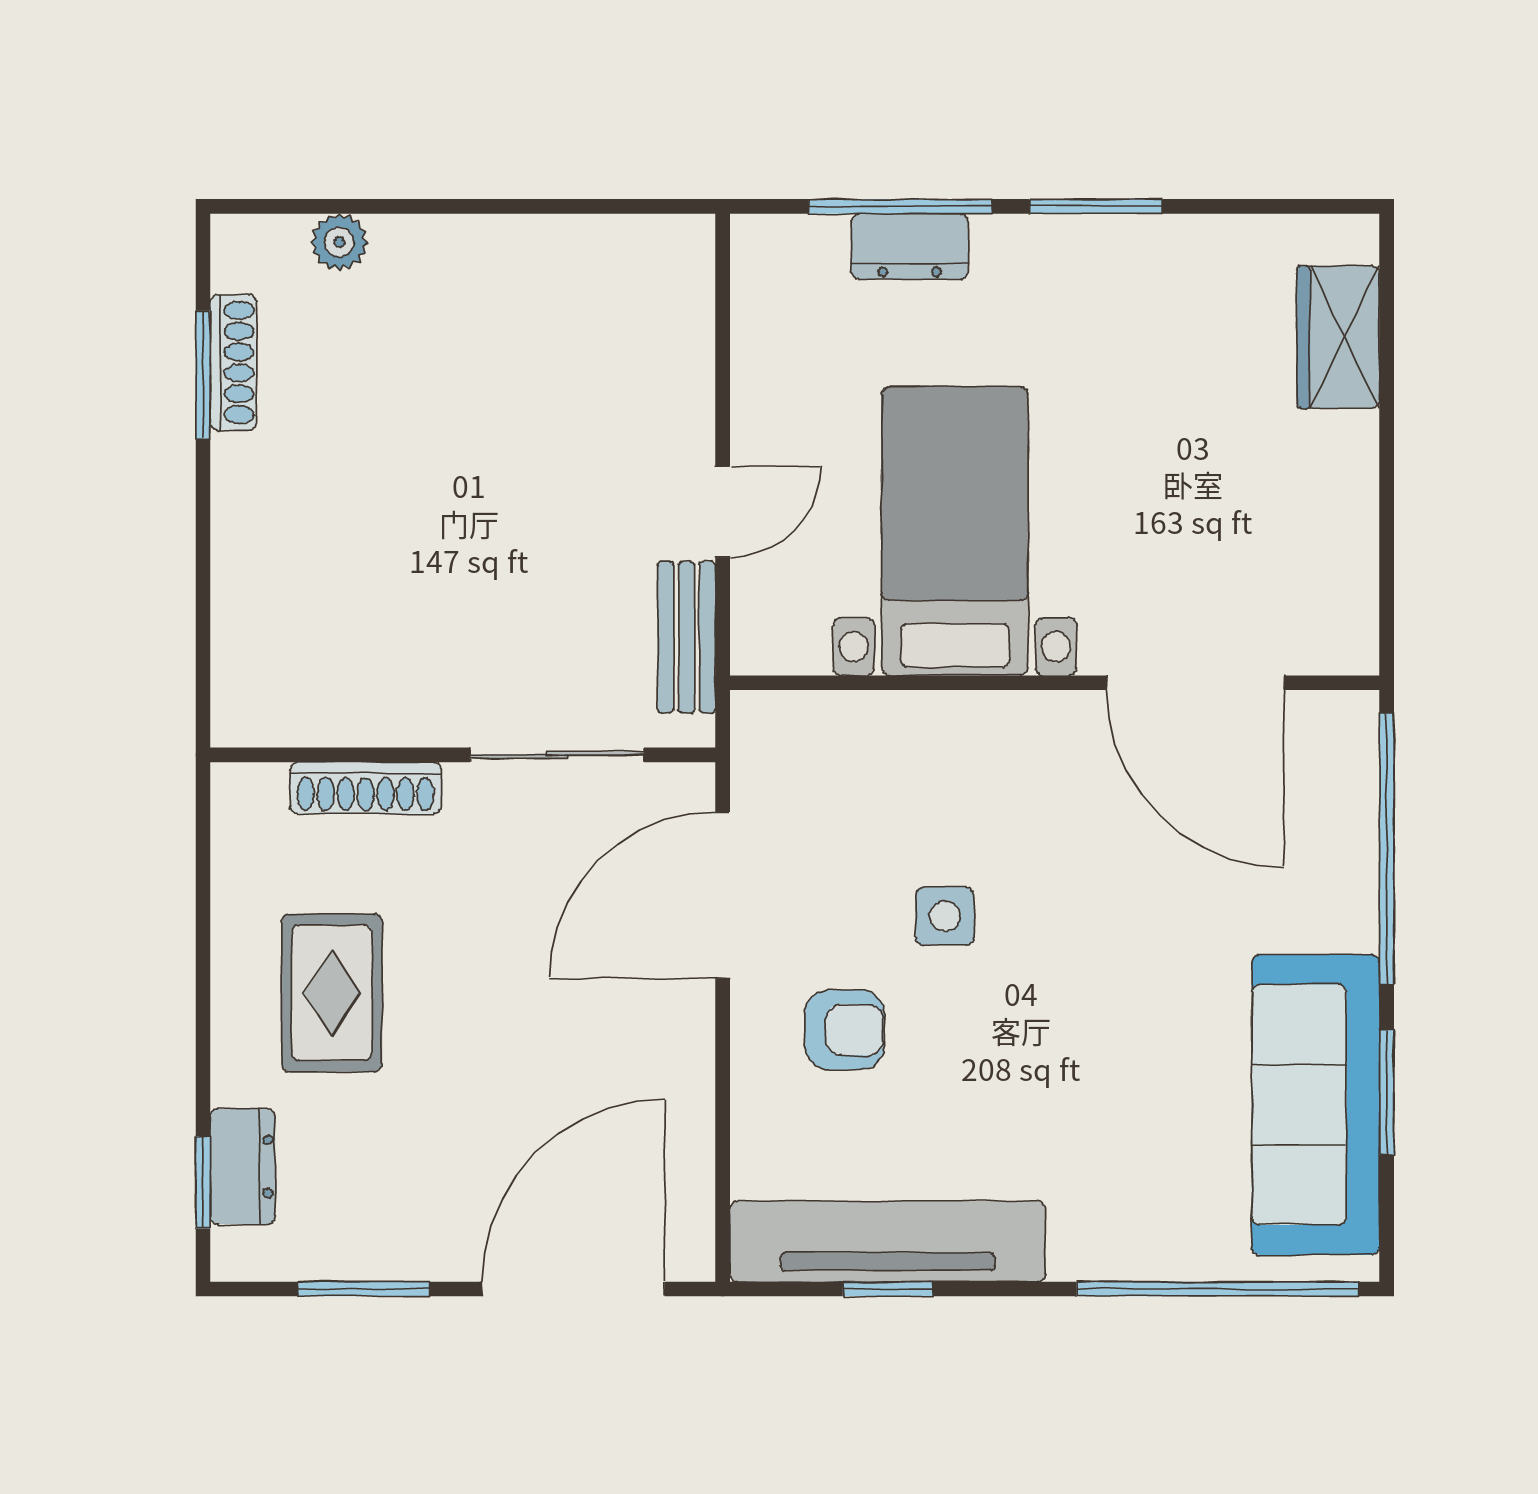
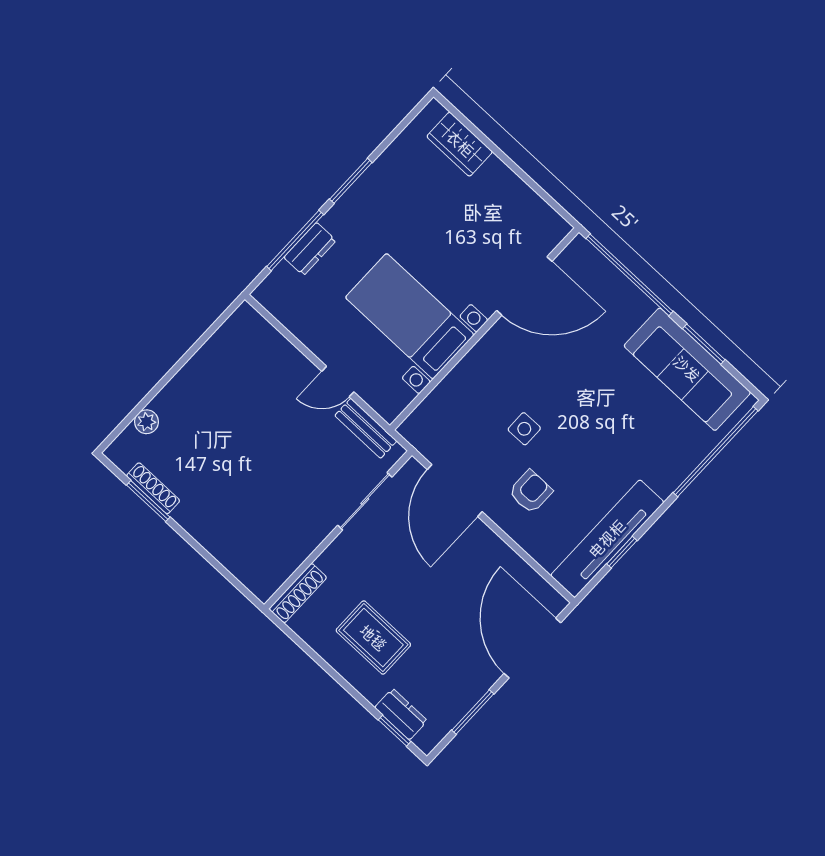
door: (723, 512) -> (338, 382), swing flipped
shoe rack: (366, 788) -> (298, 593), moved

